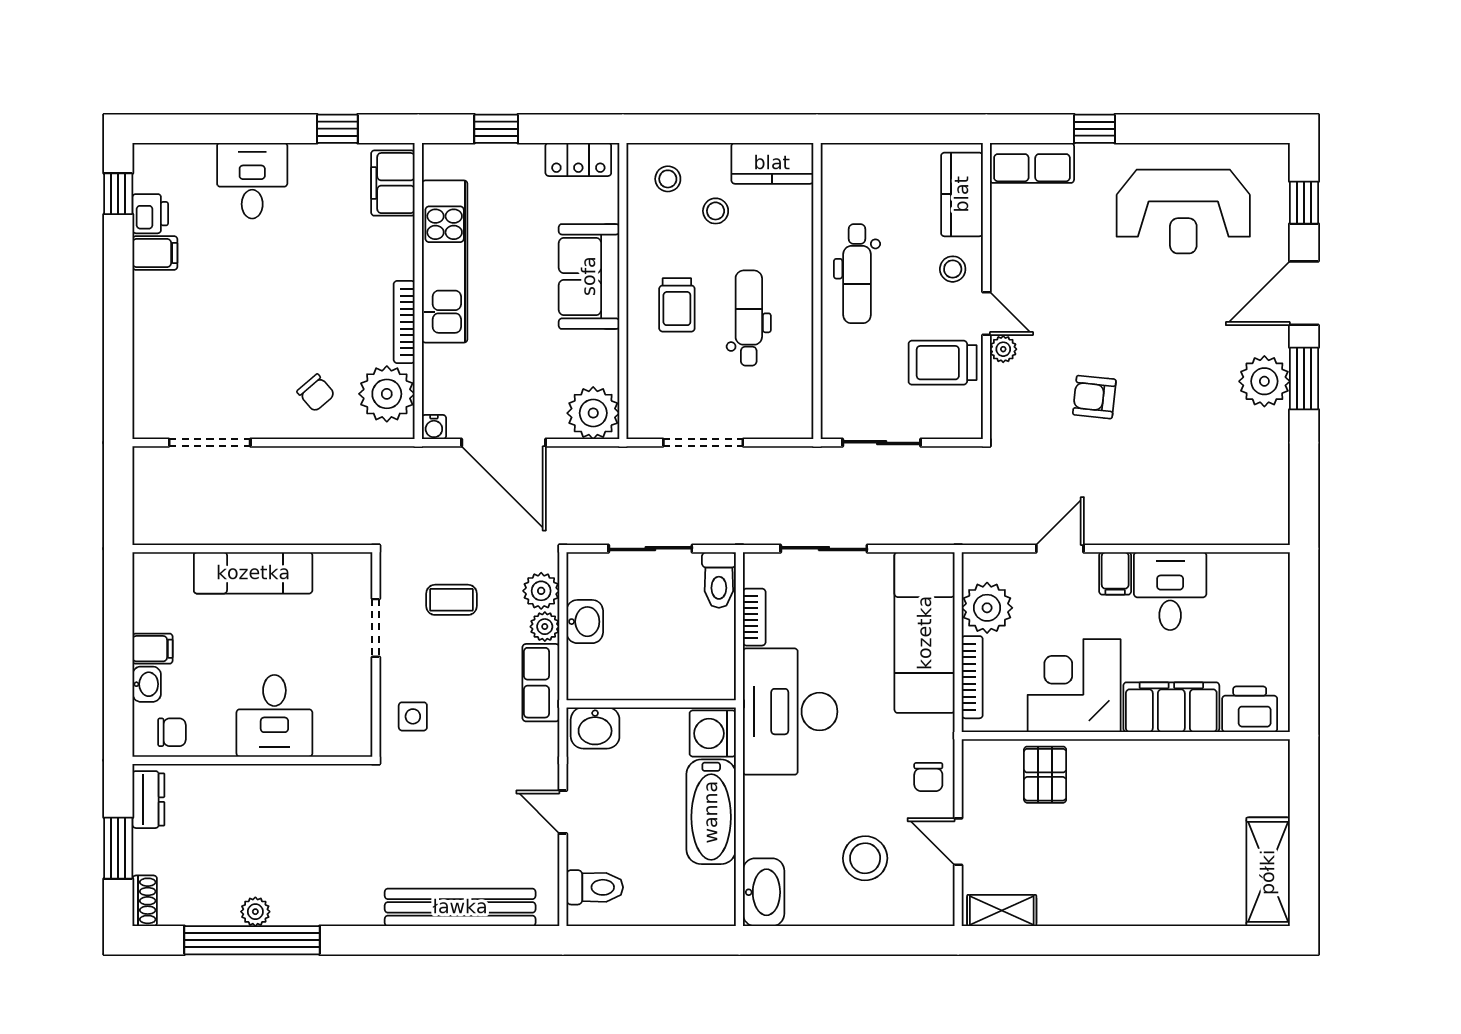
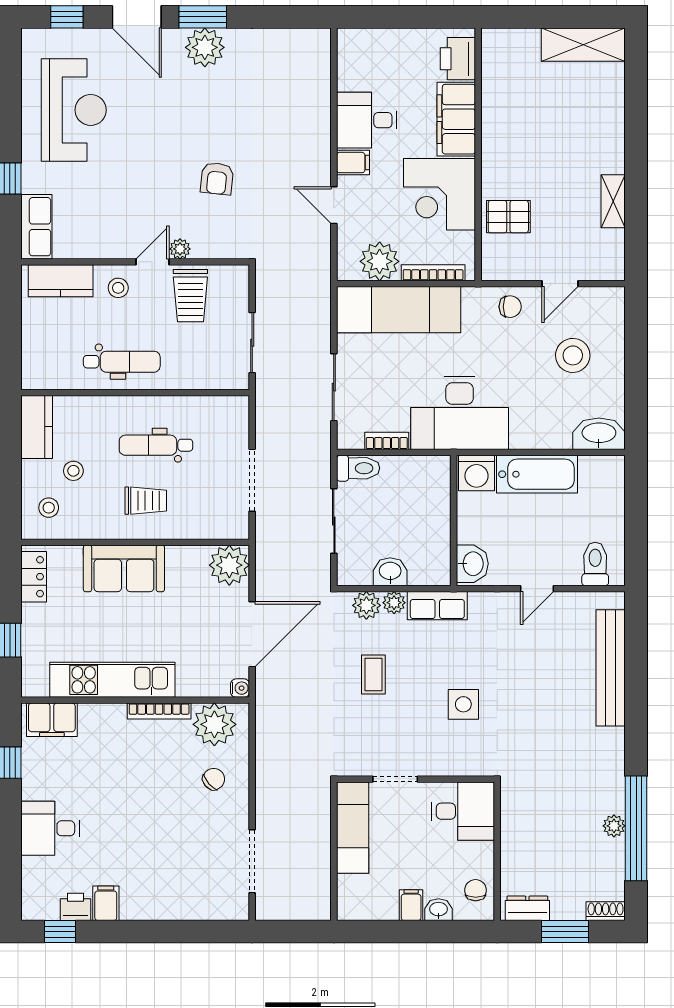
doorway: (376, 628) -> (395, 779), moved
wall: (376, 654) -> (416, 779), moved
side table: (413, 716) -> (463, 704), width x1.37, depth x1.37
shelving: (1002, 911) -> (613, 201), moved

